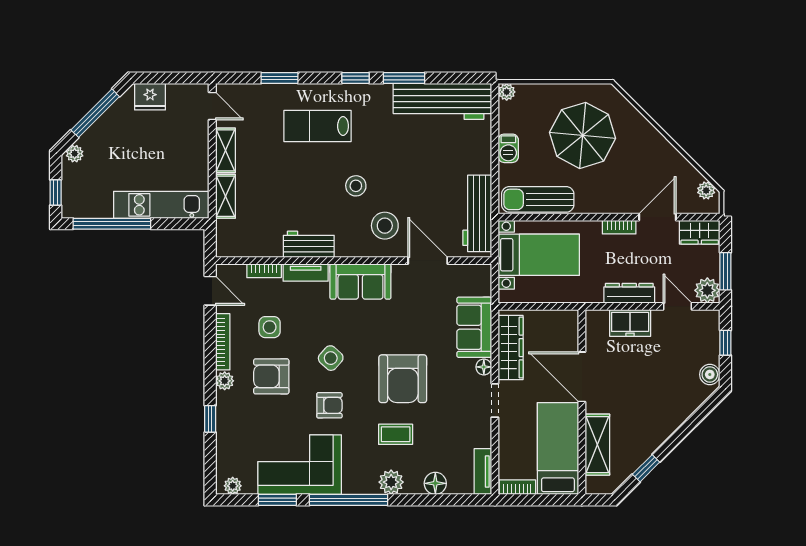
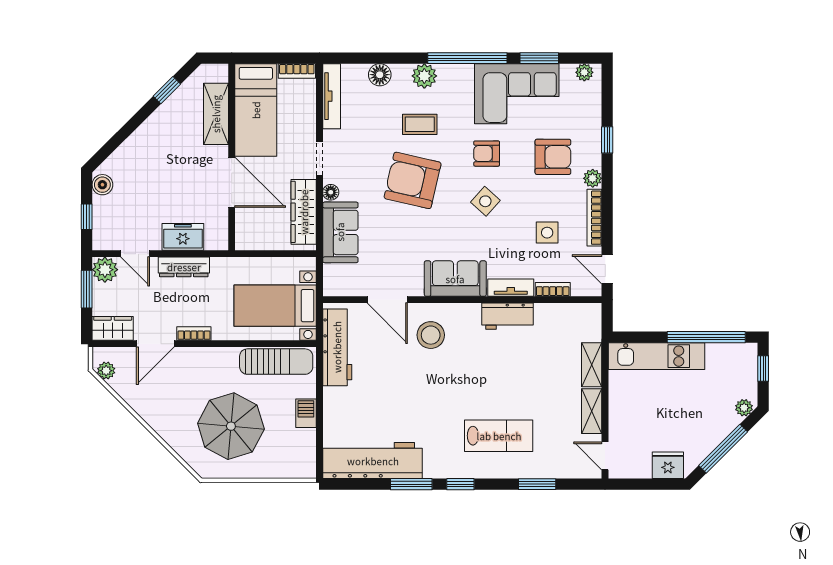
plant: (507, 92) -> (308, 470), removed
stool: (356, 186) -> (460, 375), removed
armchair: (271, 376) -> (553, 157), moved
armchair: (403, 379) -> (413, 180), turned -77
tv unit: (483, 471) -> (332, 96), width x1.41

